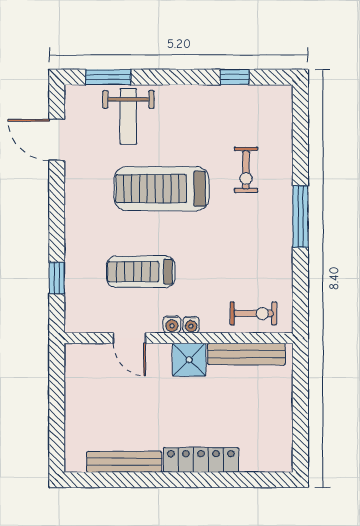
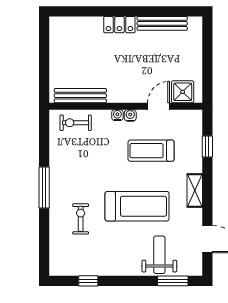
shelving: (76, 212) -> (195, 190), added
treadmill: (141, 272) -> (151, 151), turned 180
door: (129, 338) -> (159, 106), hinge flipped
shower: (189, 360) -> (183, 92), moved
locker: (201, 460) -> (119, 25), width x0.66

